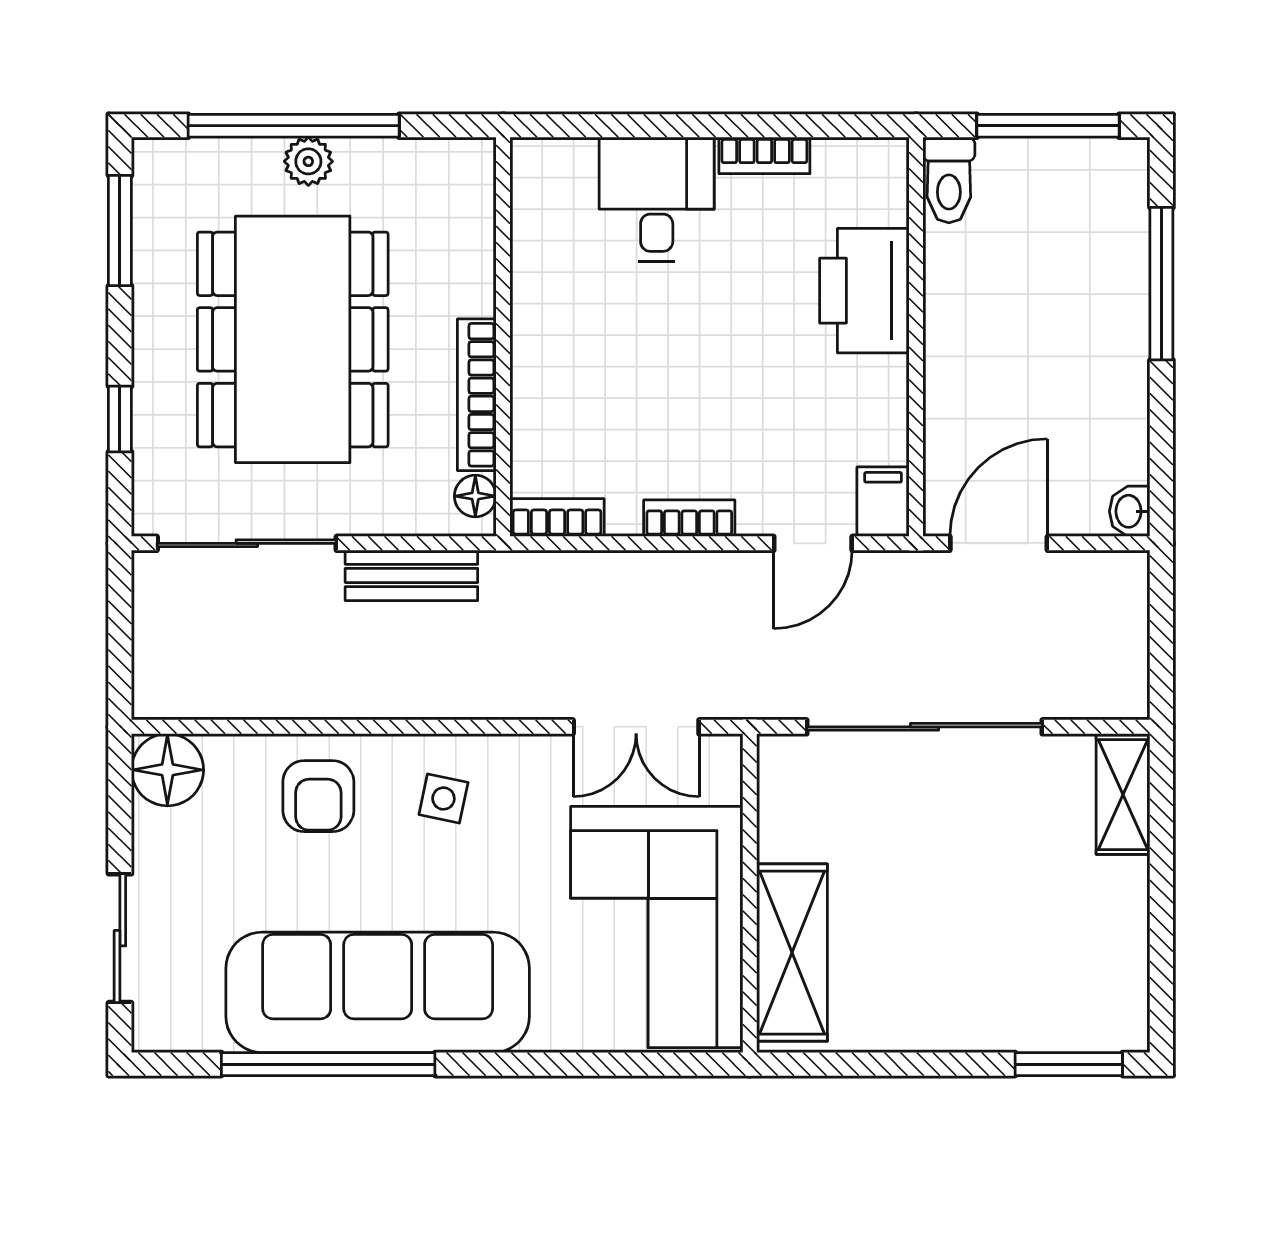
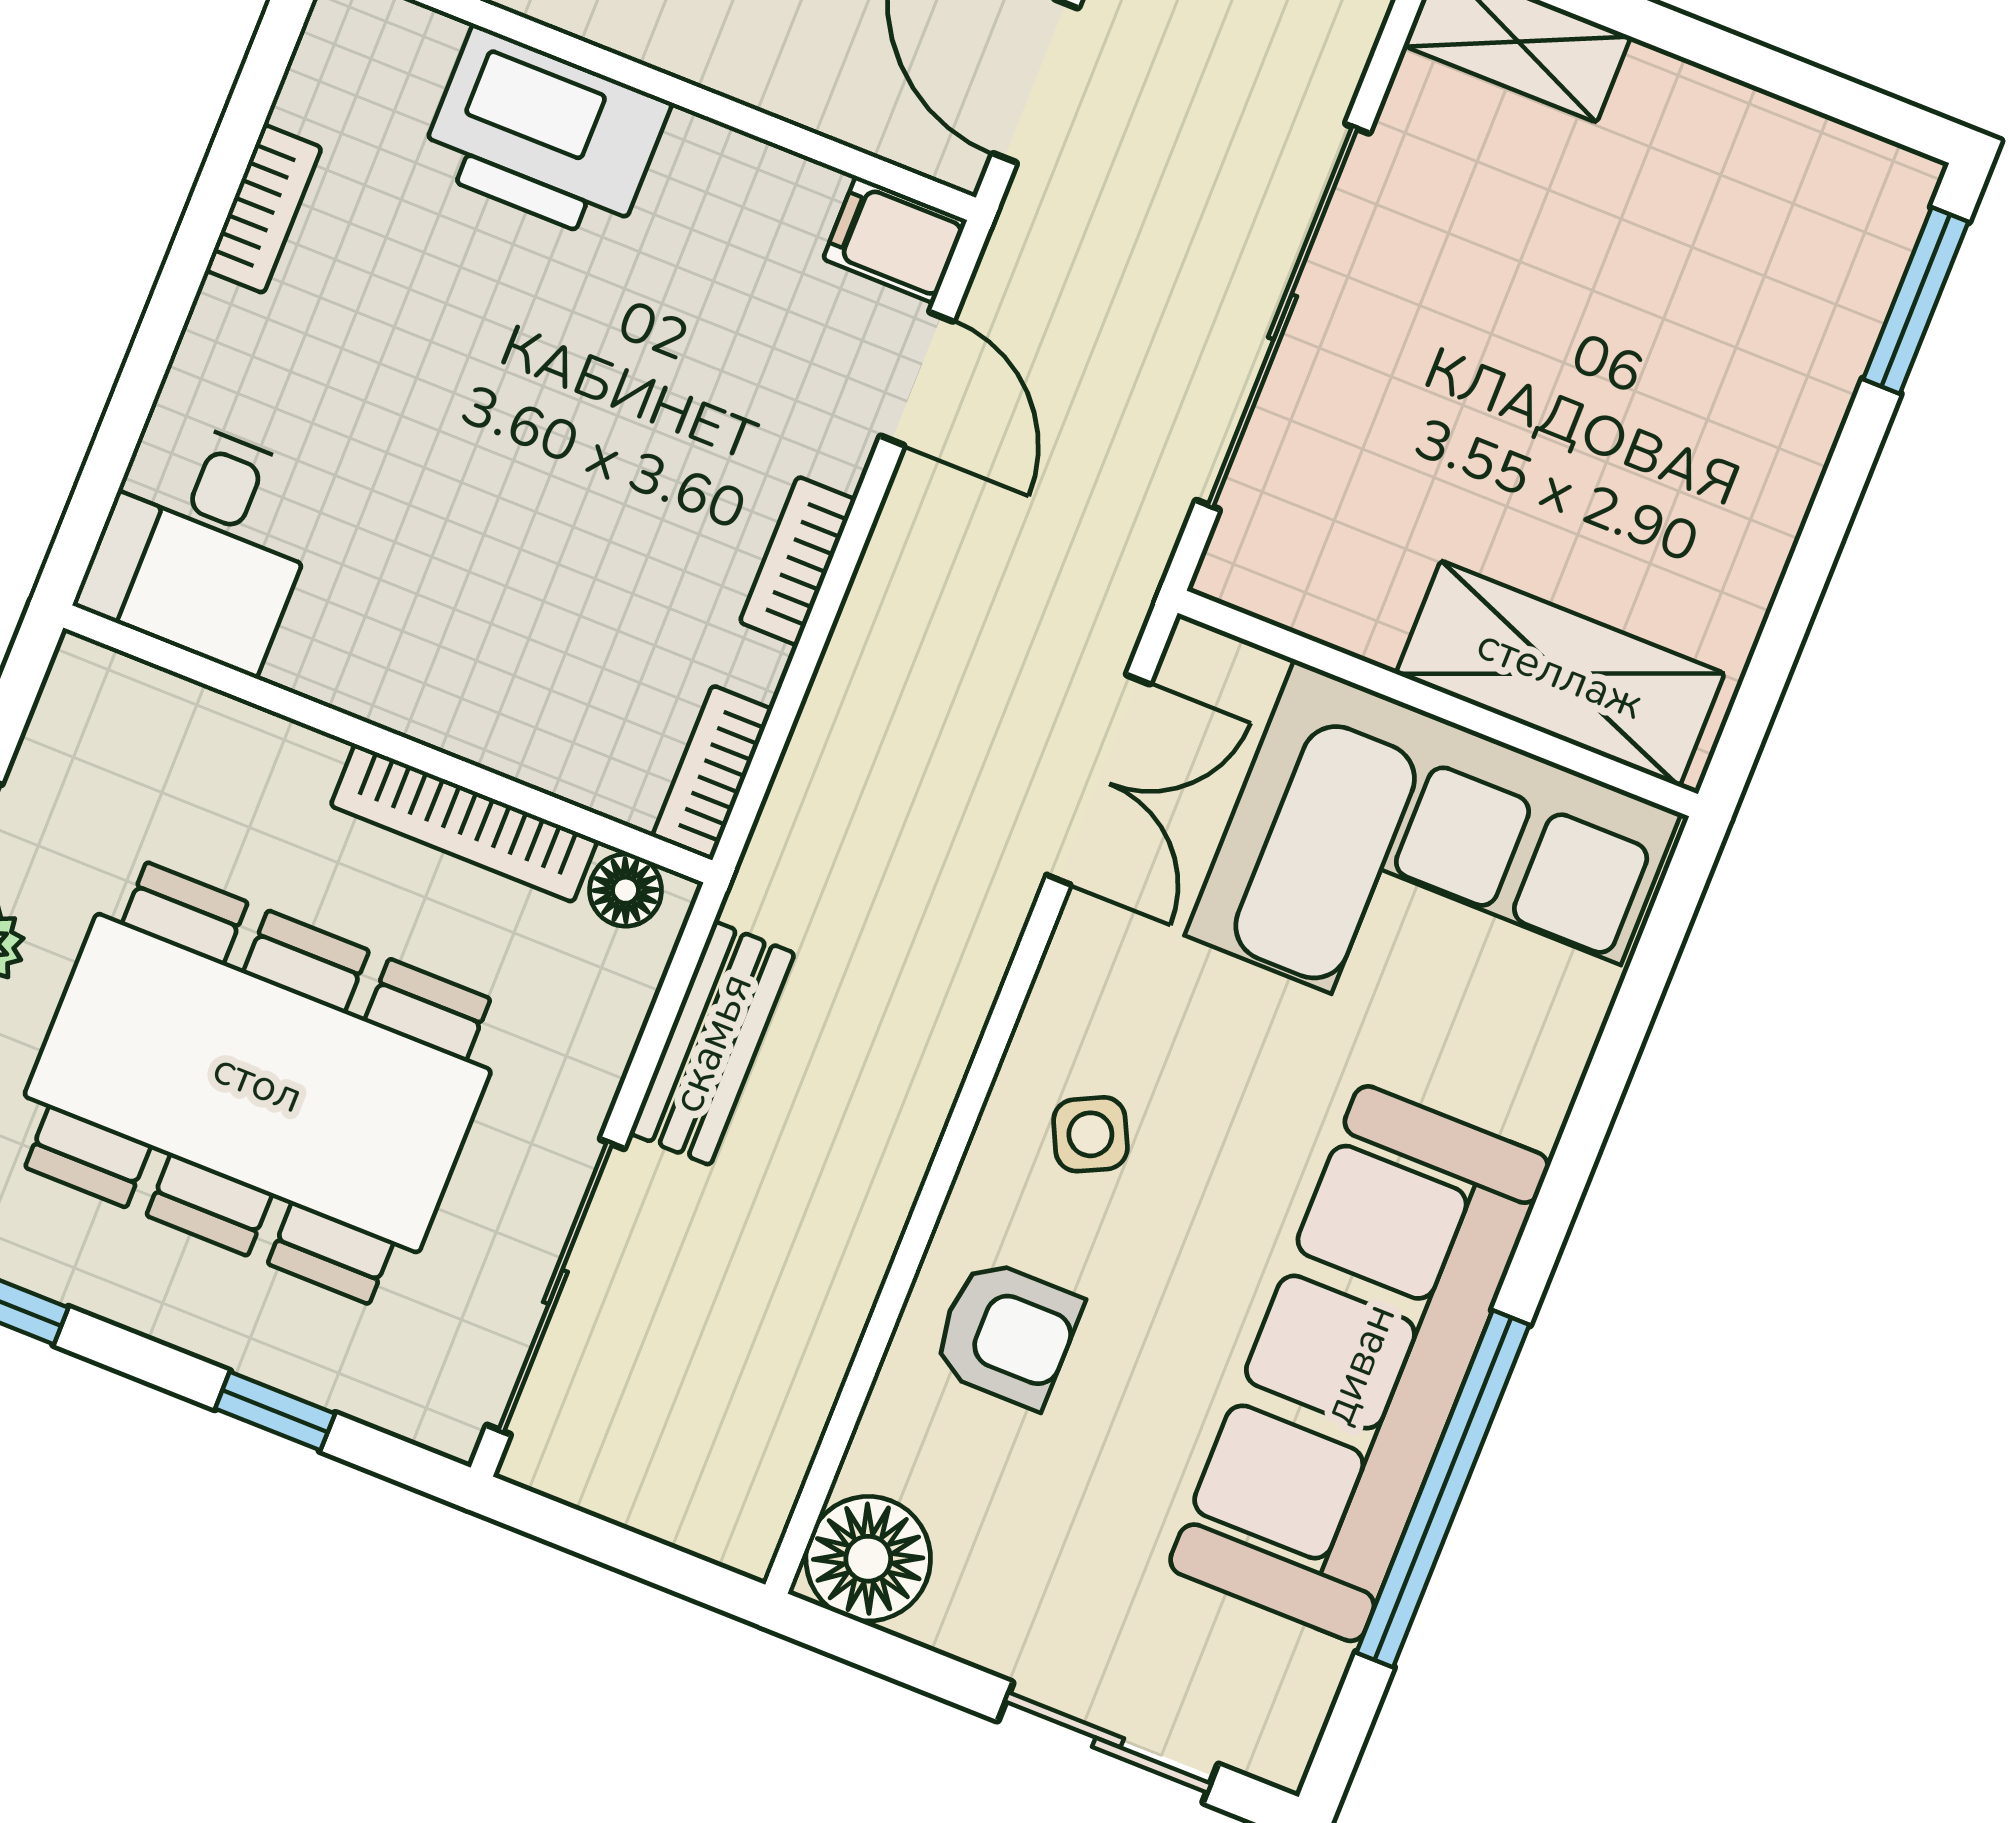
desk: (657, 199) -> (204, 543), moved, turned -90
side table: (443, 798) -> (1090, 1134), turned -38

